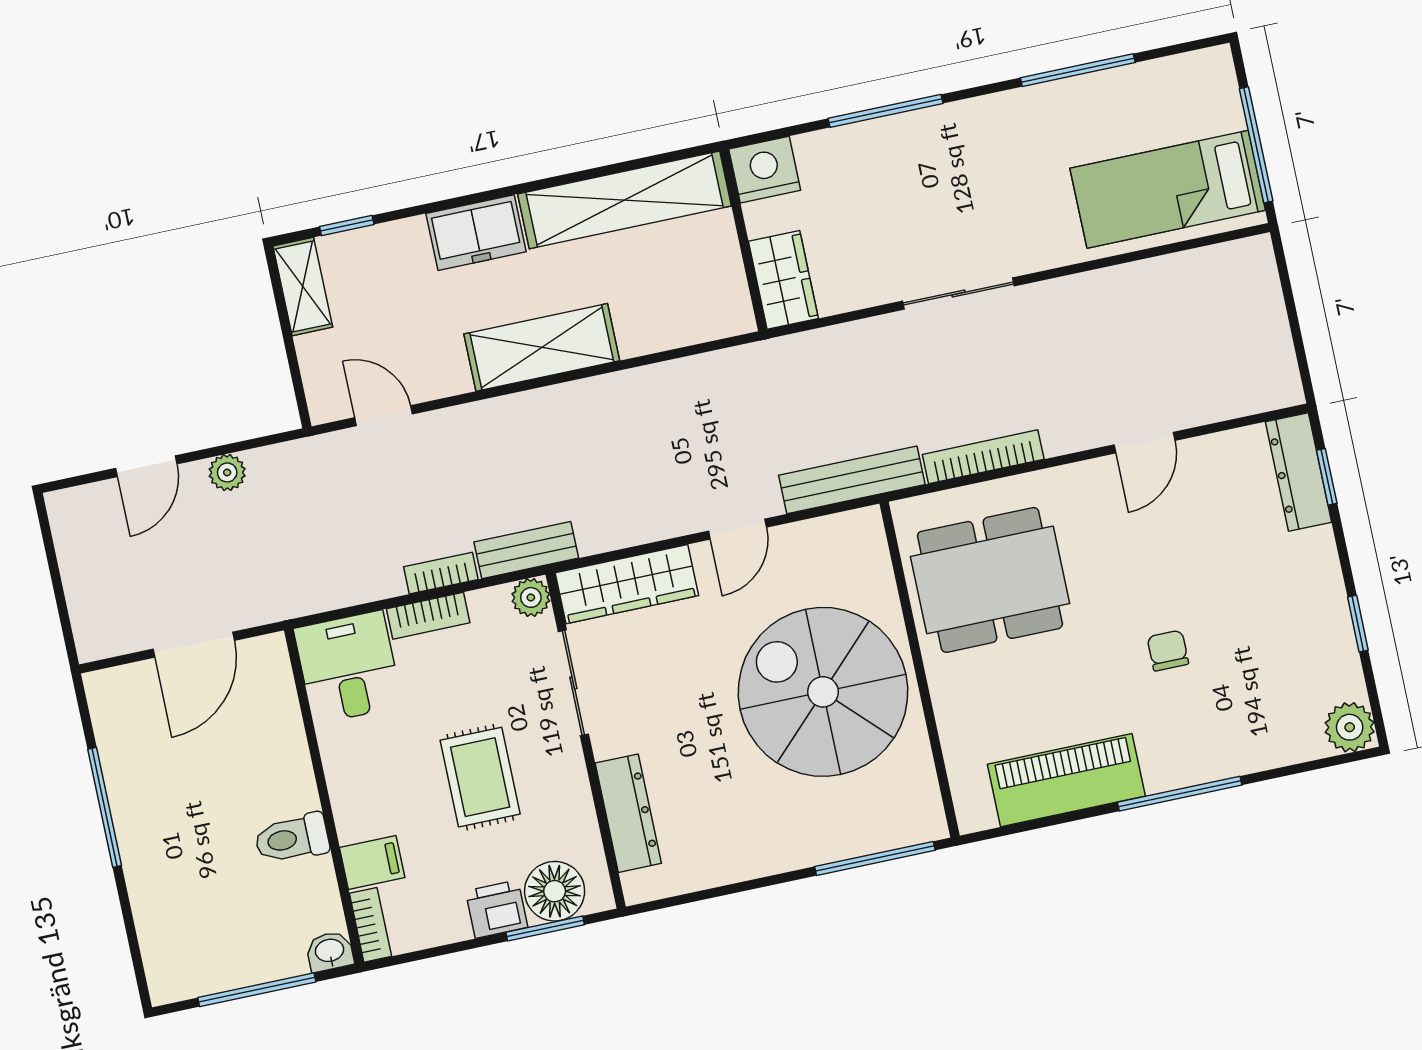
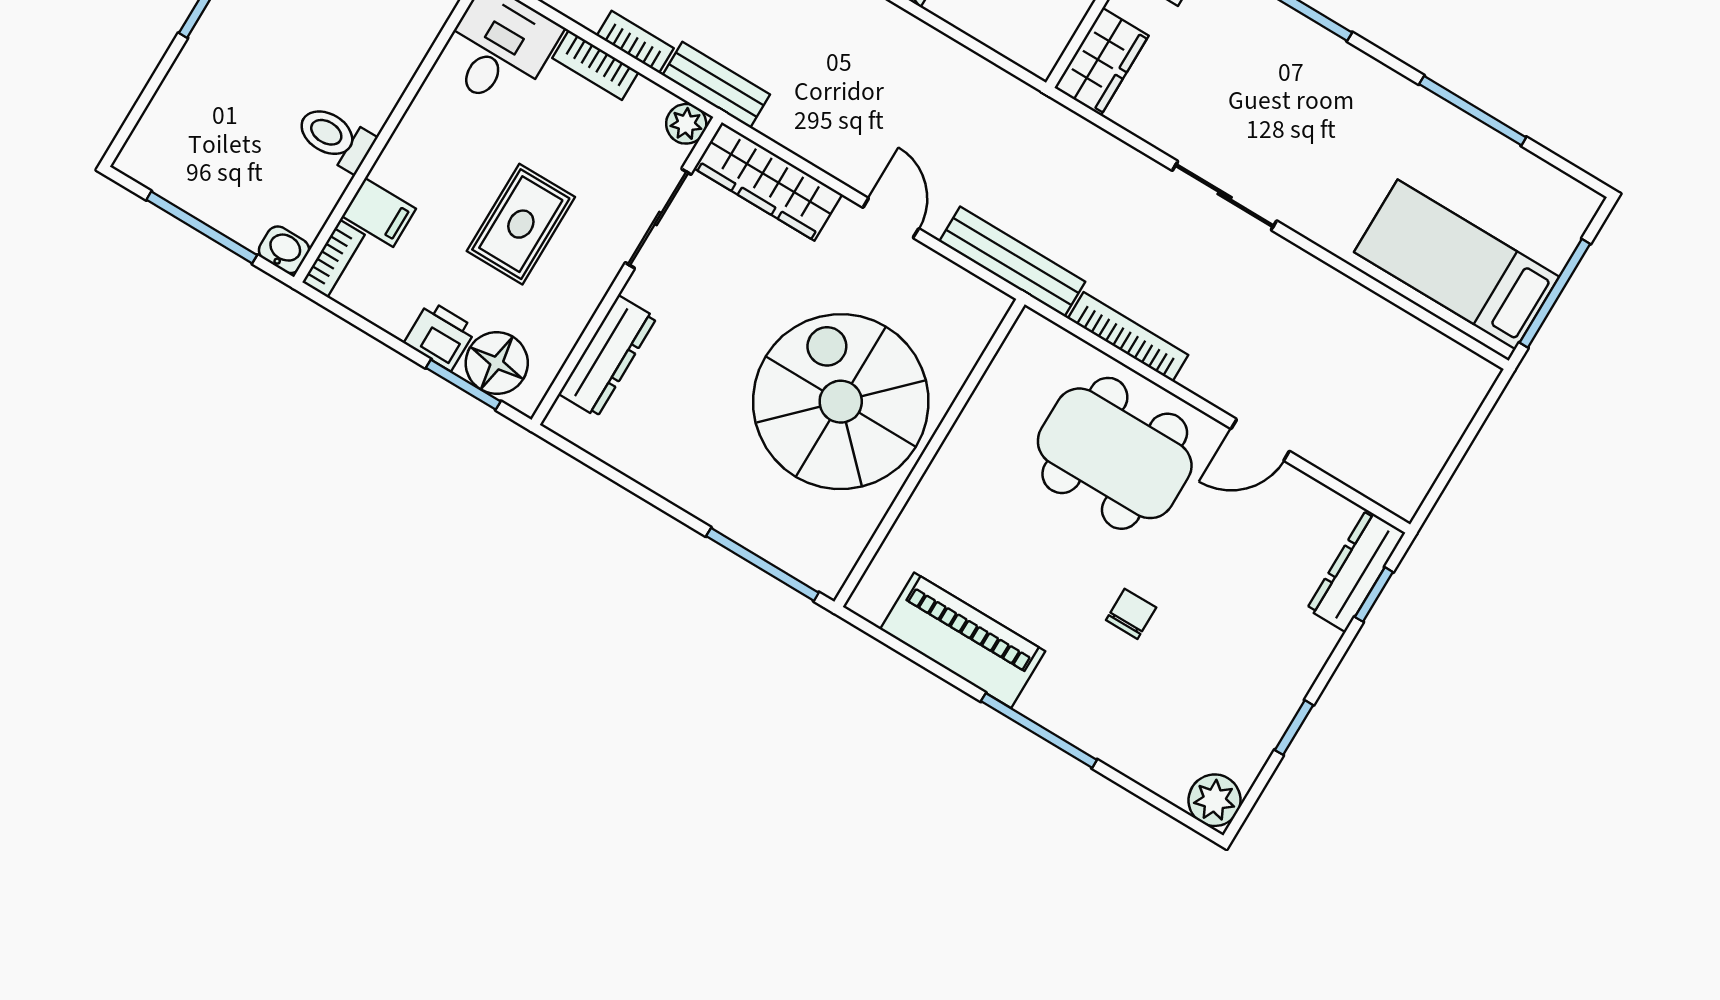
door: (737, 529) -> (891, 218), swing flipped
dining table: (990, 580) -> (1115, 453), moved

